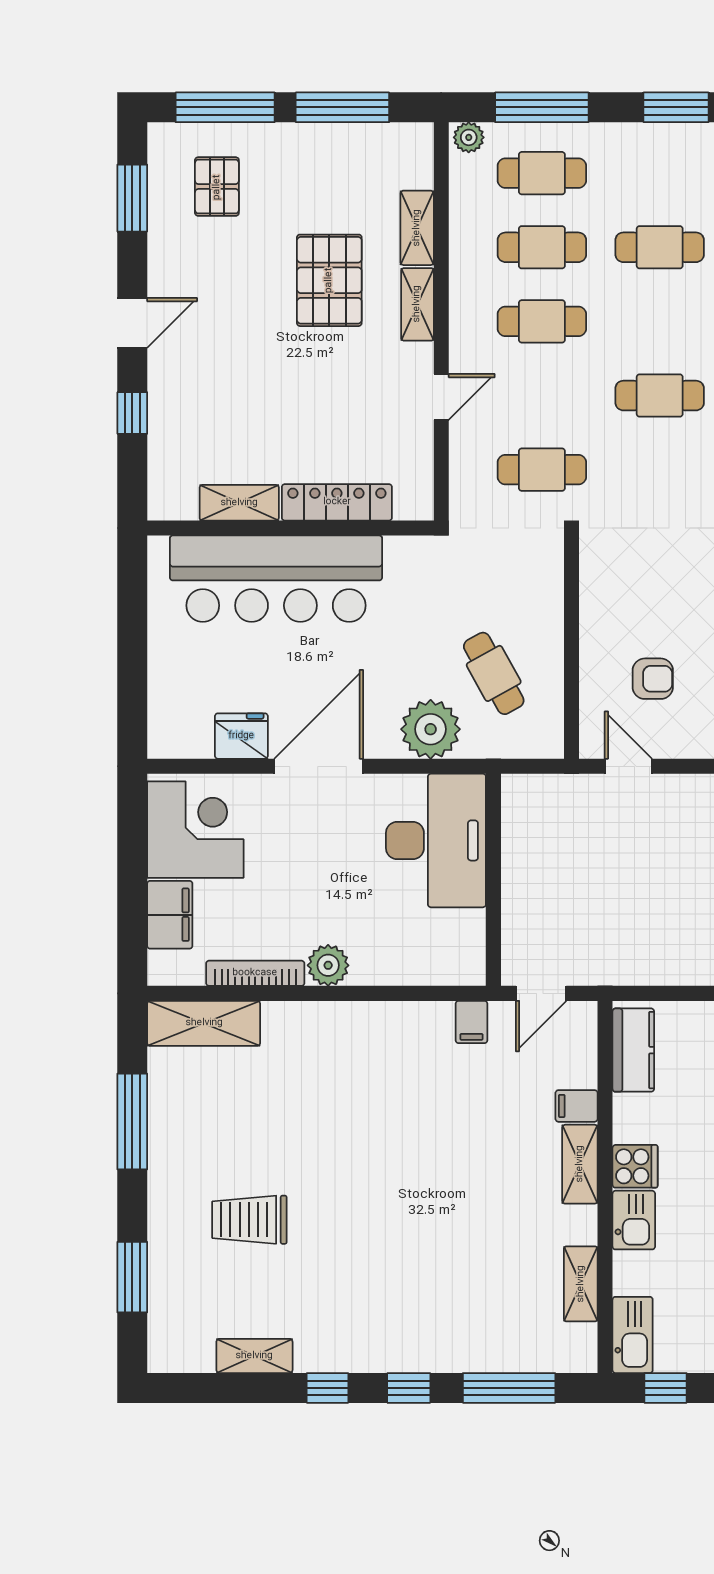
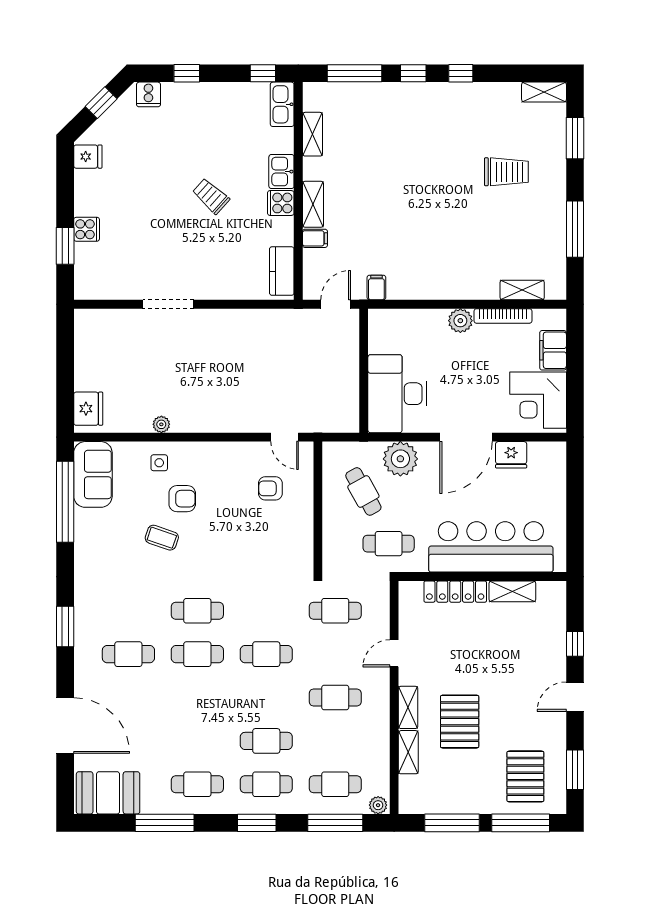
pallet: (217, 187) -> (525, 776), width x1.50, depth x1.42
cafe table: (542, 247) -> (266, 784), moved
cafe table: (451, 584) -> (389, 544), added
shelving: (204, 1023) -> (522, 290), width x0.67, depth x0.75
shelving: (254, 1356) -> (544, 92), moved

